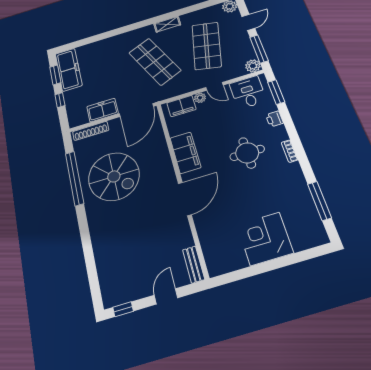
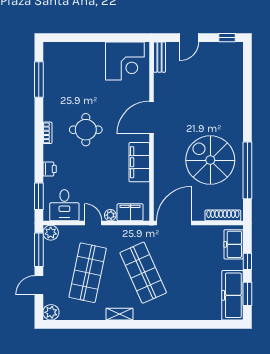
freezer: (102, 110) -> (234, 244), moved, turned 90
round table: (247, 153) -> (86, 130), moved
corner desk: (265, 239) -> (125, 61), moved

